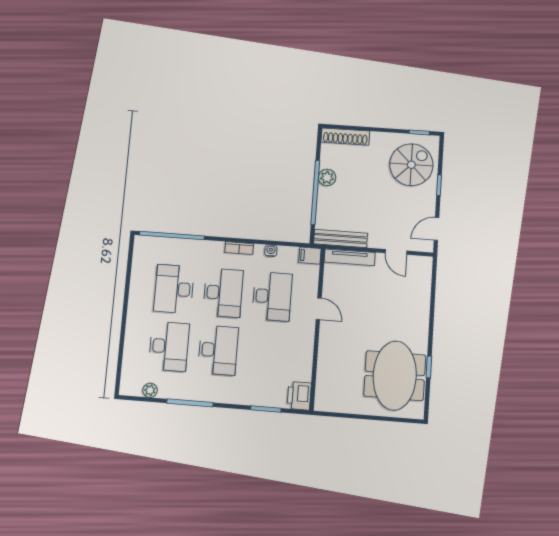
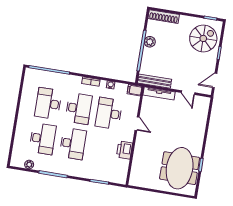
desk: (272, 296) -> (109, 113), turned 180
printer: (299, 396) -> (124, 150), moved

